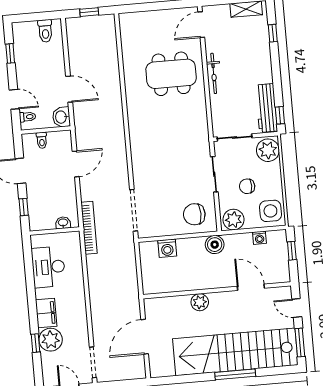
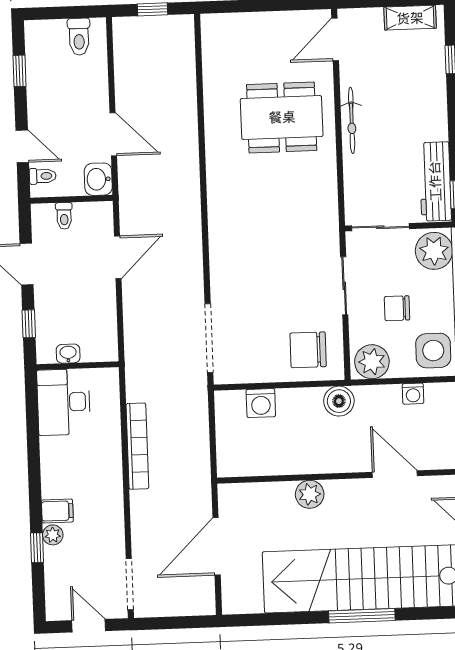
washbasin: (63, 223) -> (68, 354), moved
bookcase: (89, 228) -> (137, 446), moved
desk: (48, 267) -> (64, 402), moved
filing cabinet: (46, 313) -> (57, 511), width x0.50
plant: (51, 340) -> (53, 535), width x0.53, depth x0.53

